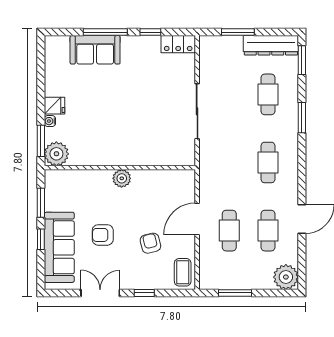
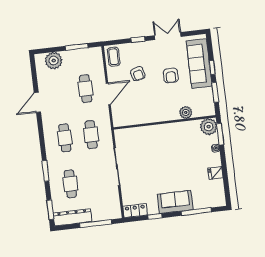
window: (105, 32) -> (196, 212), moved
window: (238, 32) -> (96, 224), width x1.44
sofa: (95, 50) -> (175, 202), moved
fridge: (54, 106) -> (216, 173), moved
plant: (122, 178) -> (186, 112), moved
cafe table: (268, 231) -> (91, 135), moved
armchair: (103, 235) -> (171, 75), turned 90
plant: (286, 277) -> (54, 61), moved
double door: (100, 293) -> (168, 36), swing flipped

